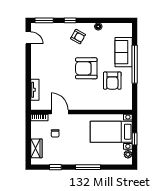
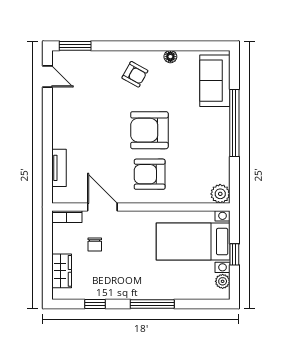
window: (70, 20) -> (121, 46), removed
sofa: (124, 52) -> (215, 81), moved
armchair: (112, 81) -> (150, 174), moved, turned 90
plant: (127, 105) -> (220, 194), added

